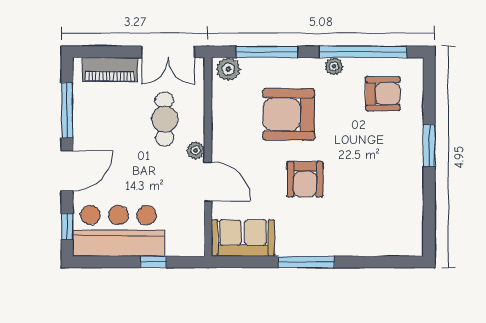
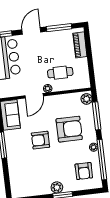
double door: (168, 52) -> (91, 71), removed
armchair: (289, 114) -> (69, 129), turned 90
plant: (411, 156) -> (57, 187), added
door: (67, 171) -> (31, 31), swing flipped

